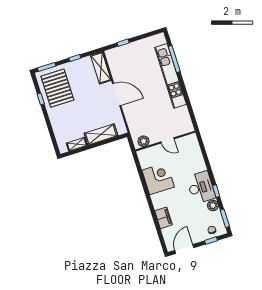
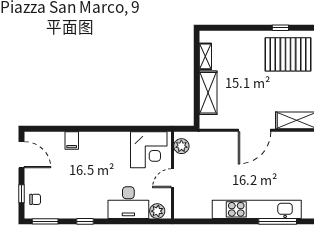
corner desk: (158, 179) -> (149, 150), moved
desk: (201, 187) -> (128, 203), moved
plant: (213, 205) -> (157, 211), moved
filing cabinet: (164, 218) -> (72, 141), width x0.50

